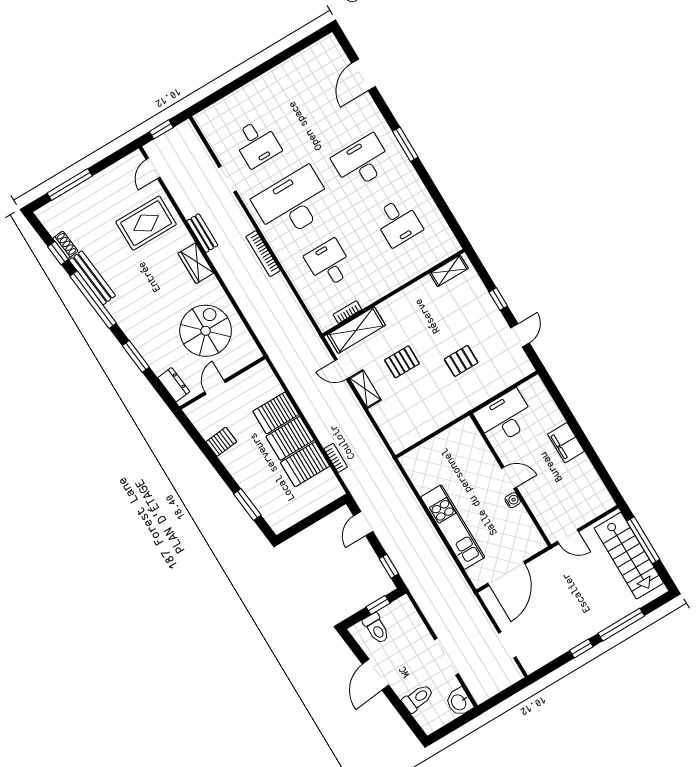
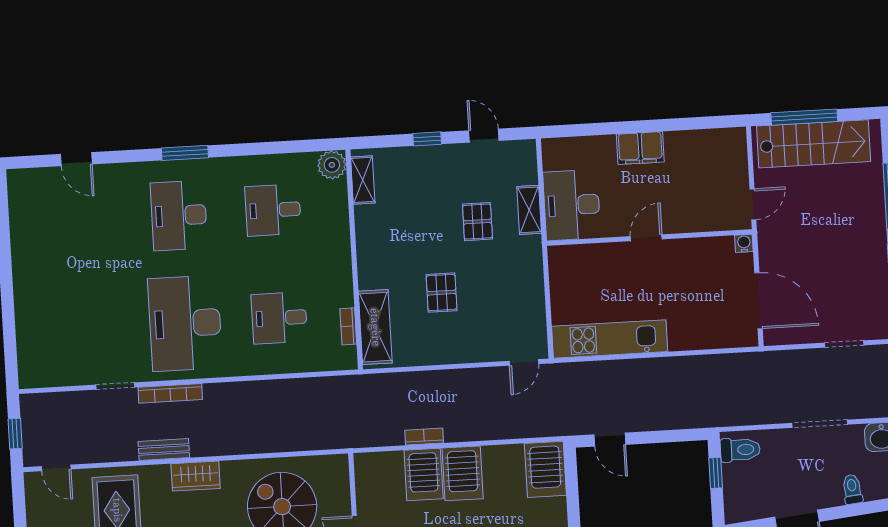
door: (364, 75) -> (76, 159), width x0.73
desk: (257, 143) -> (91, 329), removed
desk: (398, 222) -> (273, 210), turned 180
plant: (448, 245) -> (332, 165), added
bookcase: (263, 254) -> (170, 393), moved
door: (342, 369) -> (524, 362), moved
shelving: (365, 389) -> (529, 210), moved, turned 90
bookcase: (336, 458) -> (424, 437), moved
server rack: (305, 464) -> (545, 469), moved
water cooler: (513, 500) -> (744, 243), moved
kitchen unit: (453, 527) -> (610, 339), moved
window: (389, 566) -> (677, 436), removed
toilet: (376, 628) -> (740, 450), moved
toilet: (418, 698) -> (852, 489), width x0.73, depth x0.72

